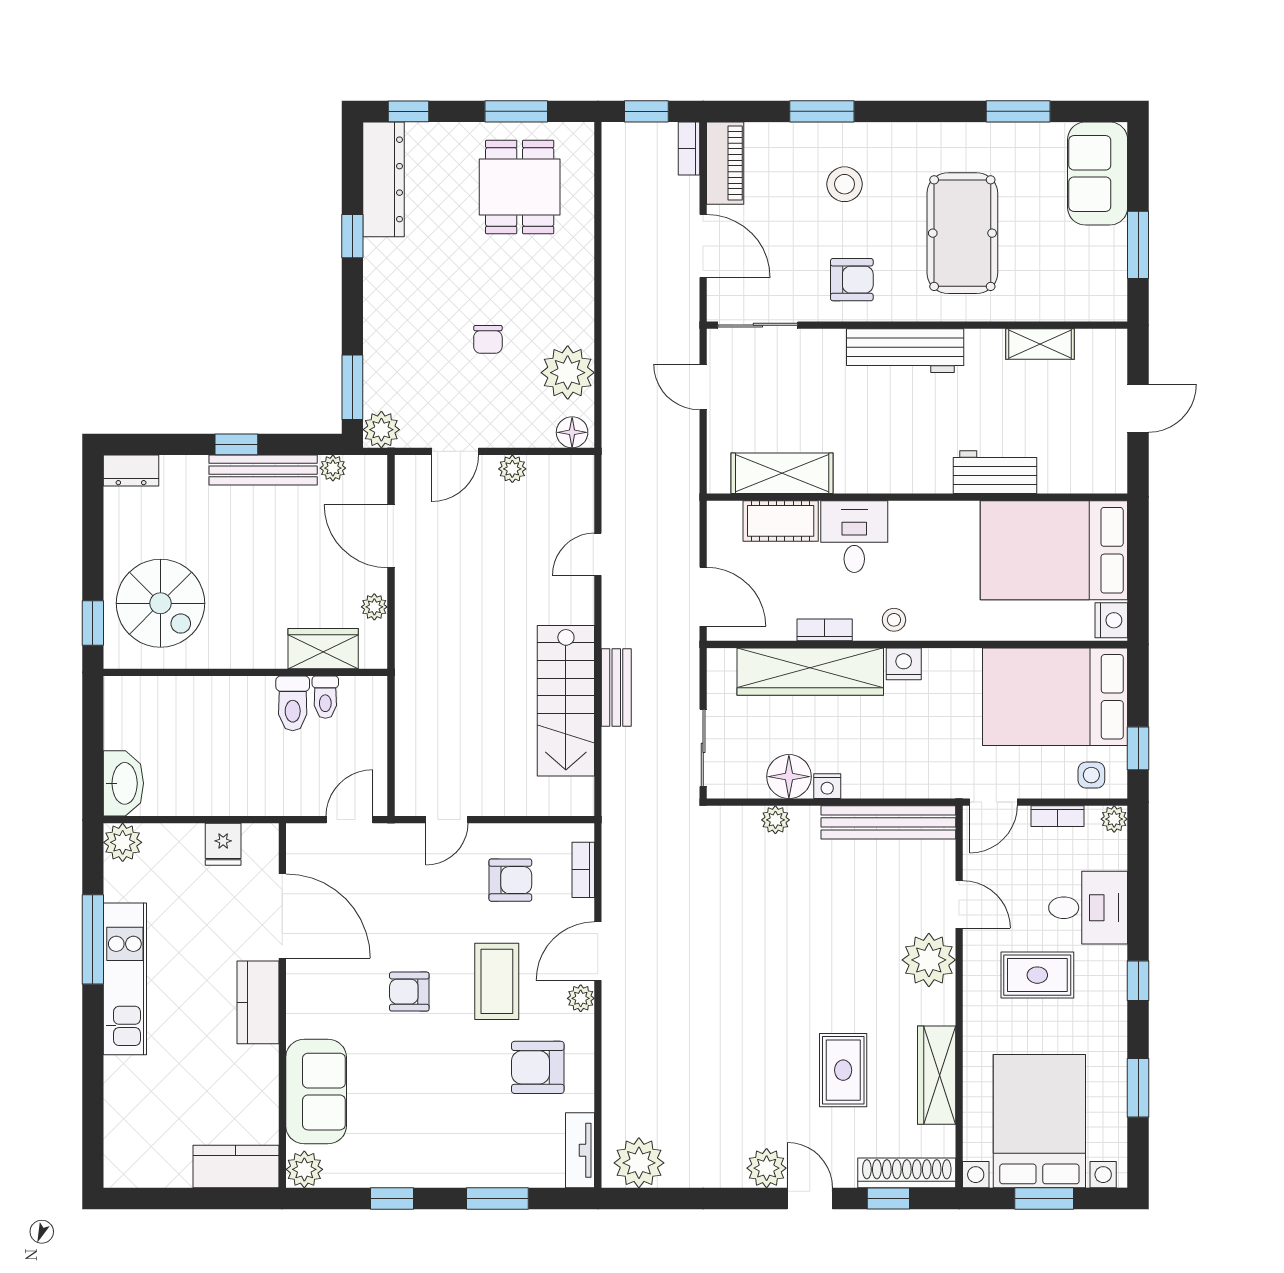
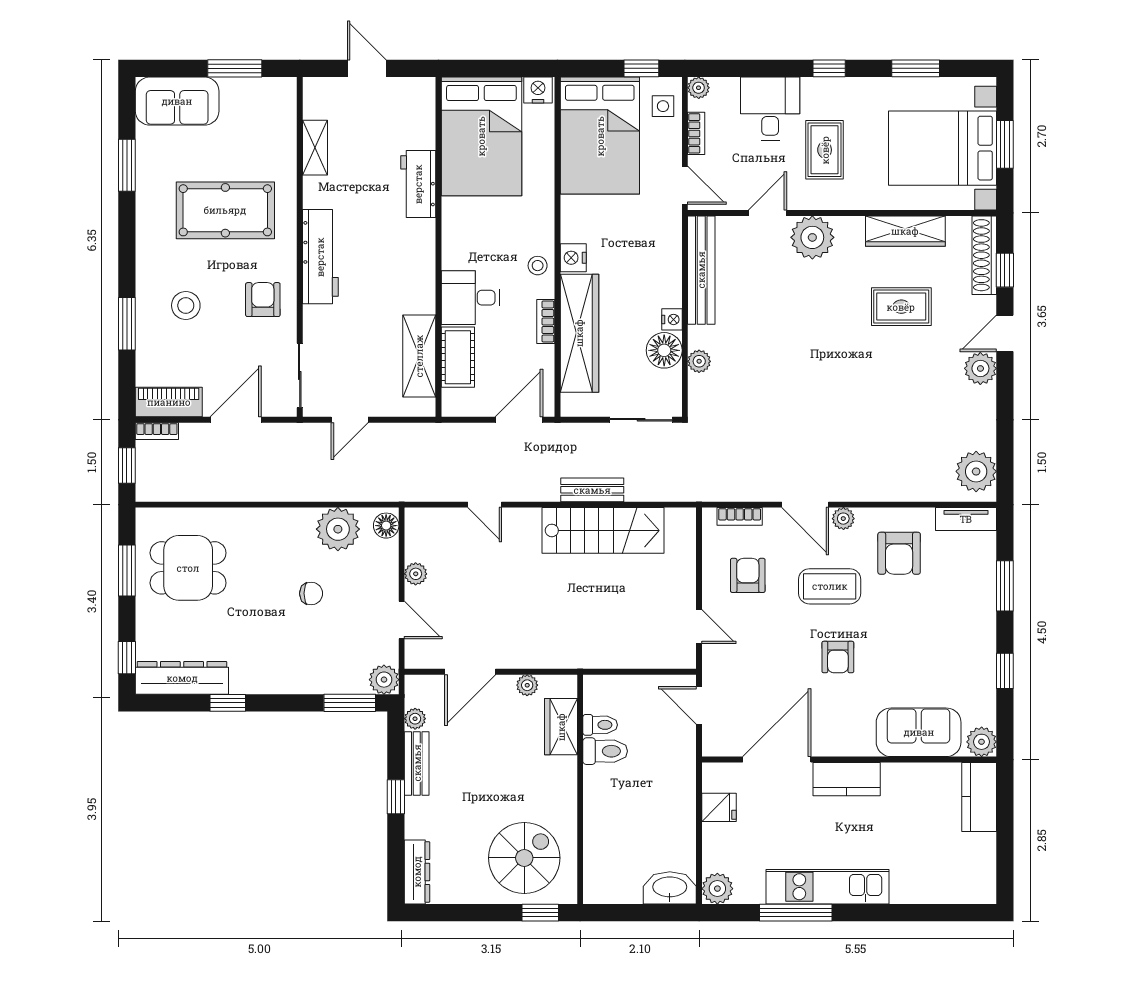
bench: (263, 470) -> (417, 763), width x0.73
dresser: (131, 471) -> (417, 872), width x1.44

